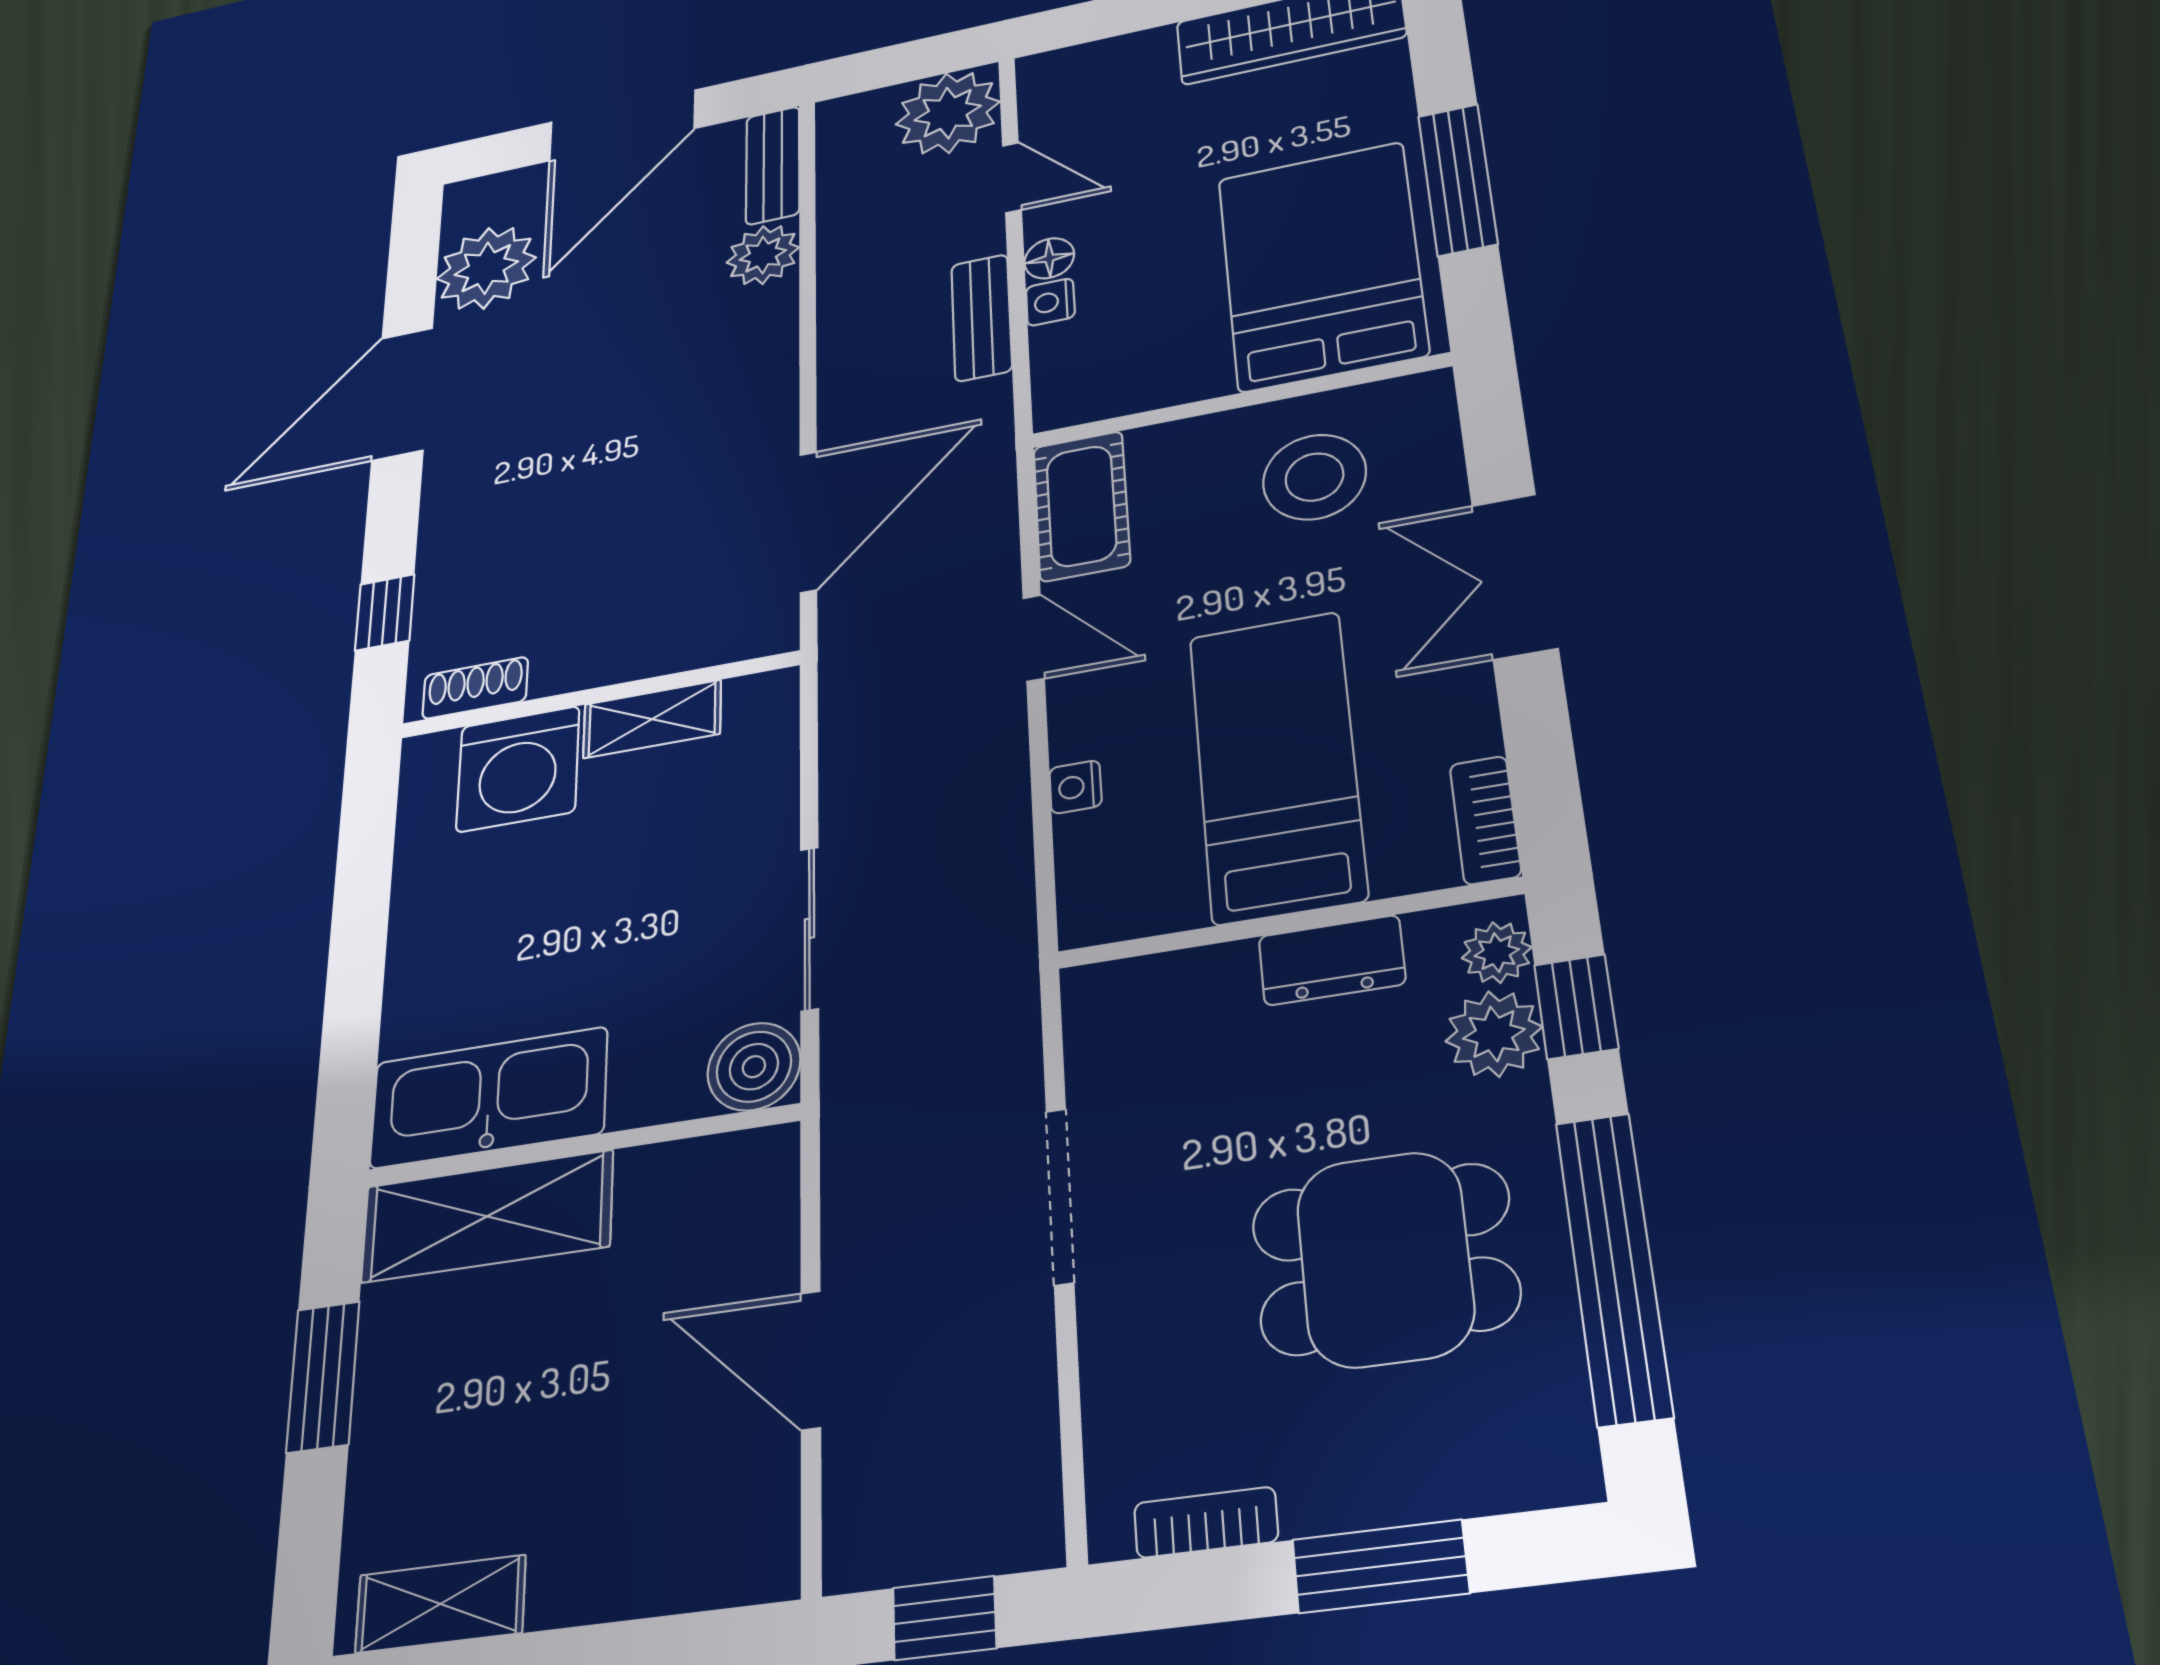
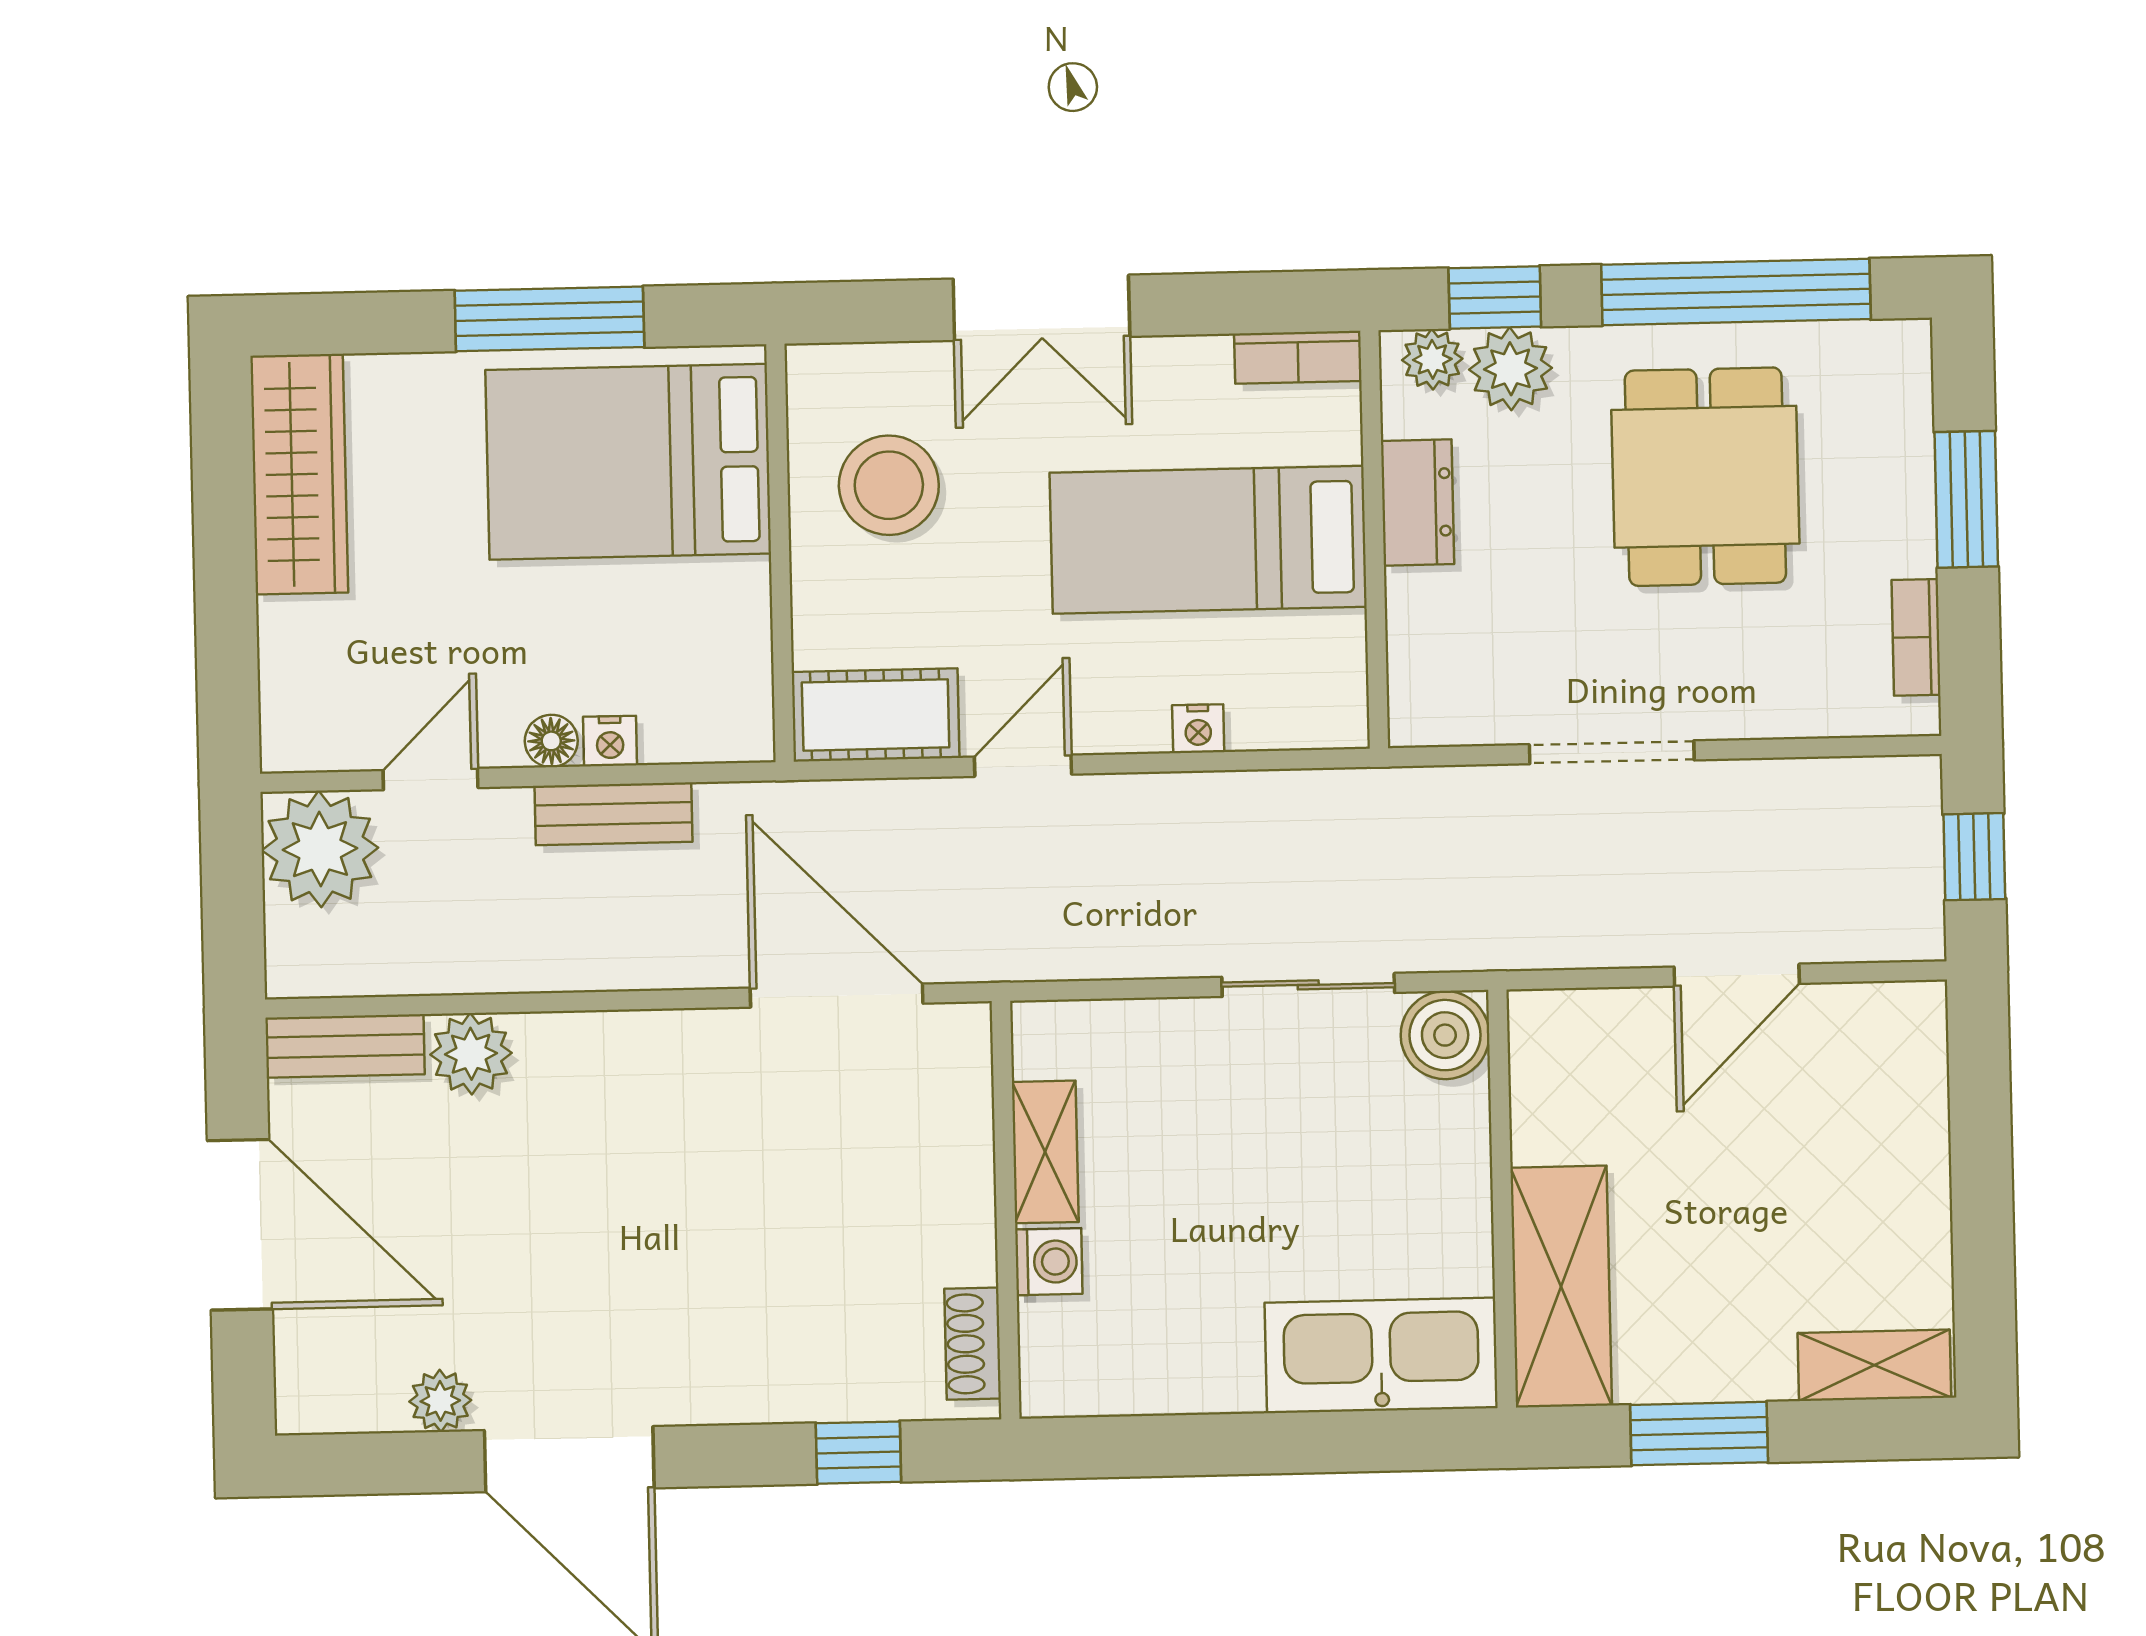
plant: (486, 268) -> (440, 1401), width x0.53, depth x0.53
washing machine: (518, 769) -> (1049, 1262), width x0.53, depth x0.53
kitchen sink: (489, 1098) -> (1381, 1355), moved, turned 90
shelving: (440, 1604) -> (1874, 1365), moved, turned 90

